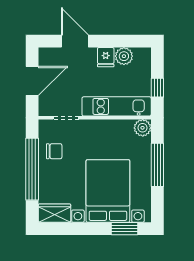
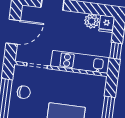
fridge: (106, 57) -> (107, 24), moved
plant: (143, 128) -> (99, 82), removed

